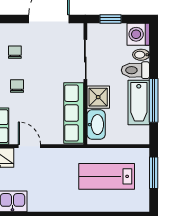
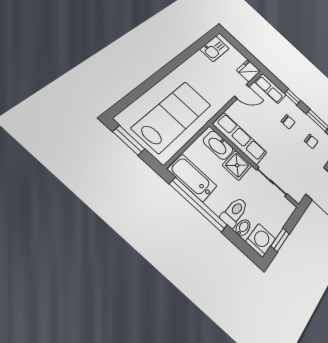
window: (110, 19) -> (280, 240), moved
window: (154, 100) -> (198, 205), width x1.46
bathtub: (139, 102) -> (192, 178), moved
window: (154, 173) -> (129, 140), moved
lab bench: (107, 176) -> (173, 116), width x1.36, depth x1.39

